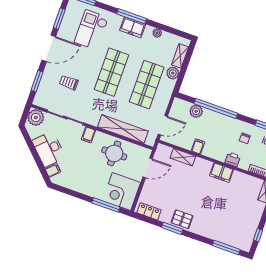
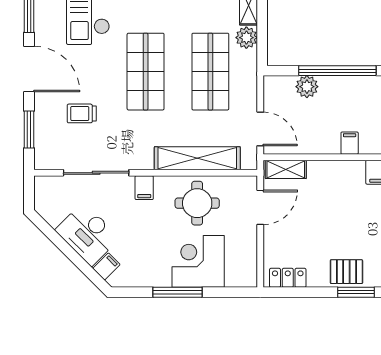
door: (49, 48) -> (29, 69), hinge flipped
plant: (36, 117) -> (48, 190), removed
door: (163, 125) -> (260, 129), hinge flipped
filing cabinet: (198, 146) -> (350, 143), moved
shelving: (183, 157) -> (286, 169), moved
corner desk: (122, 192) -> (198, 261), moved, turned 90
window: (106, 205) -> (178, 292), moved
window: (172, 228) -> (356, 292), moved

